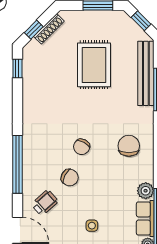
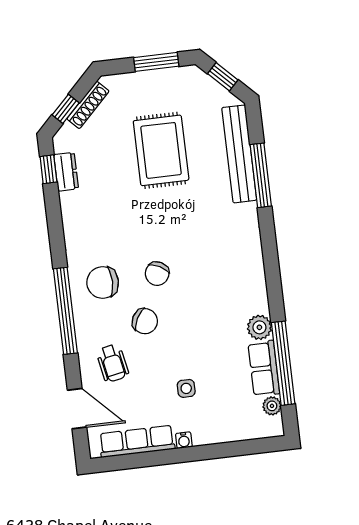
dresser: (29, 72) -> (66, 172), added
chair: (129, 146) -> (103, 282), moved, turned -90
wheelchair: (45, 203) -> (112, 363), turned 121

